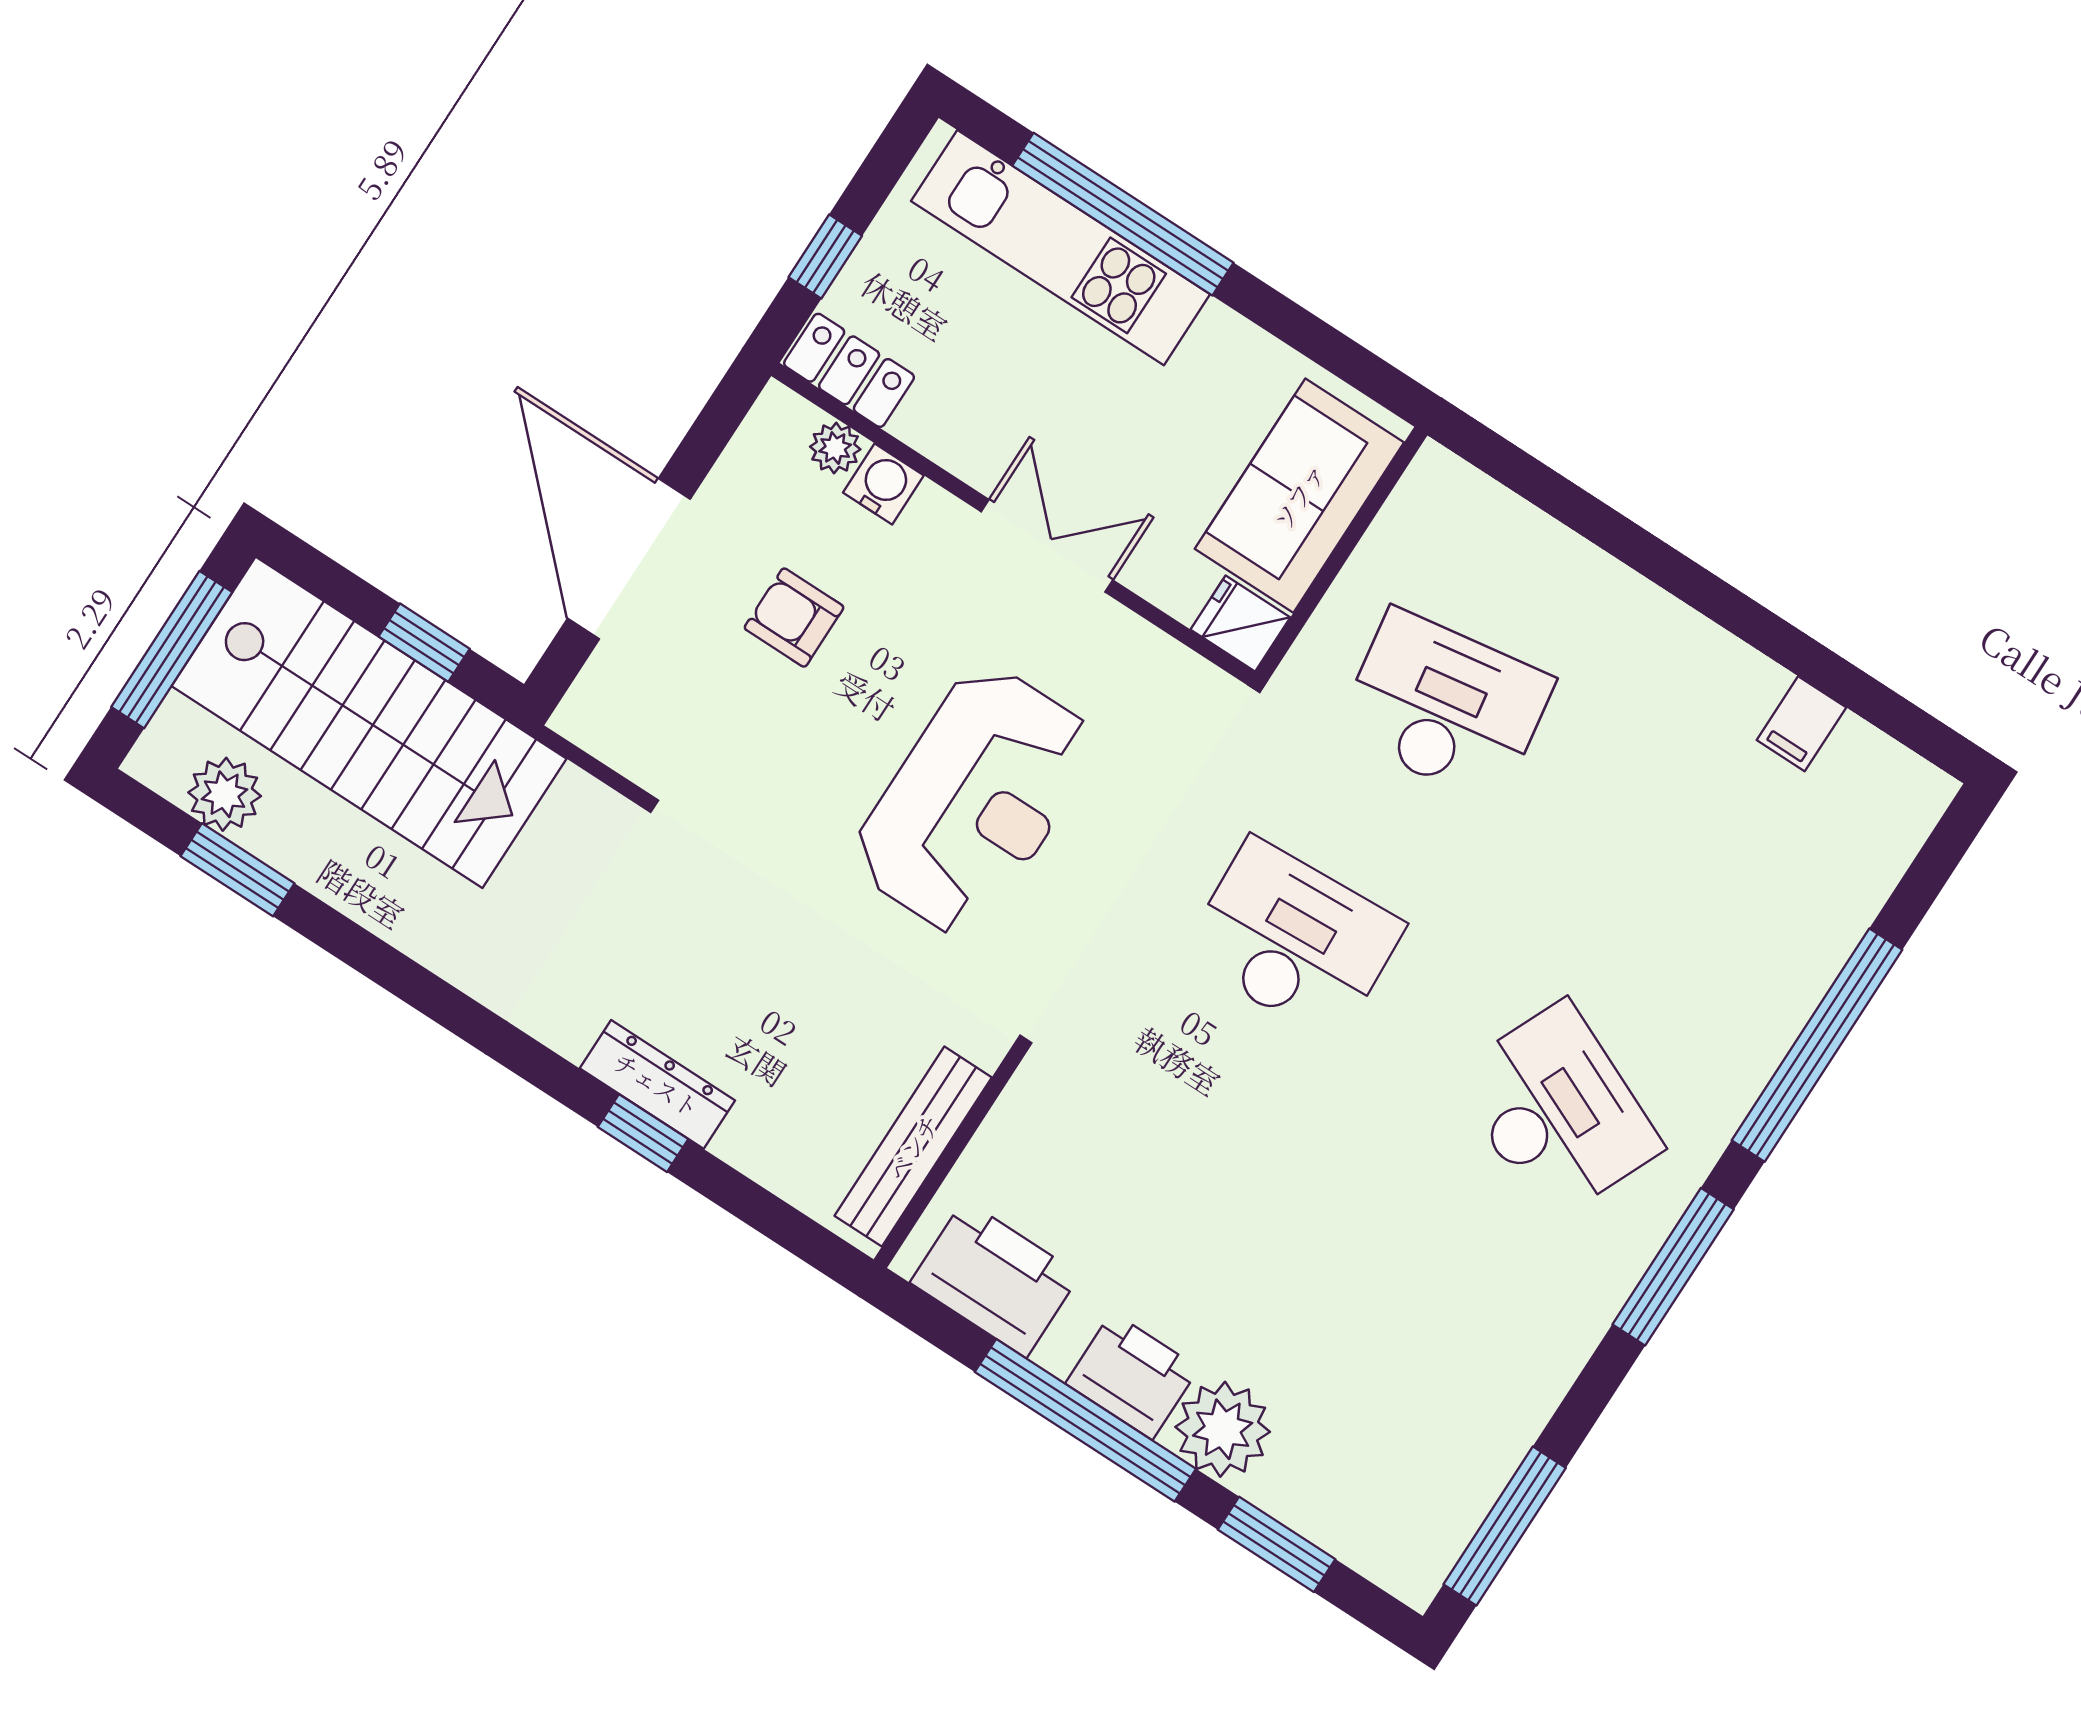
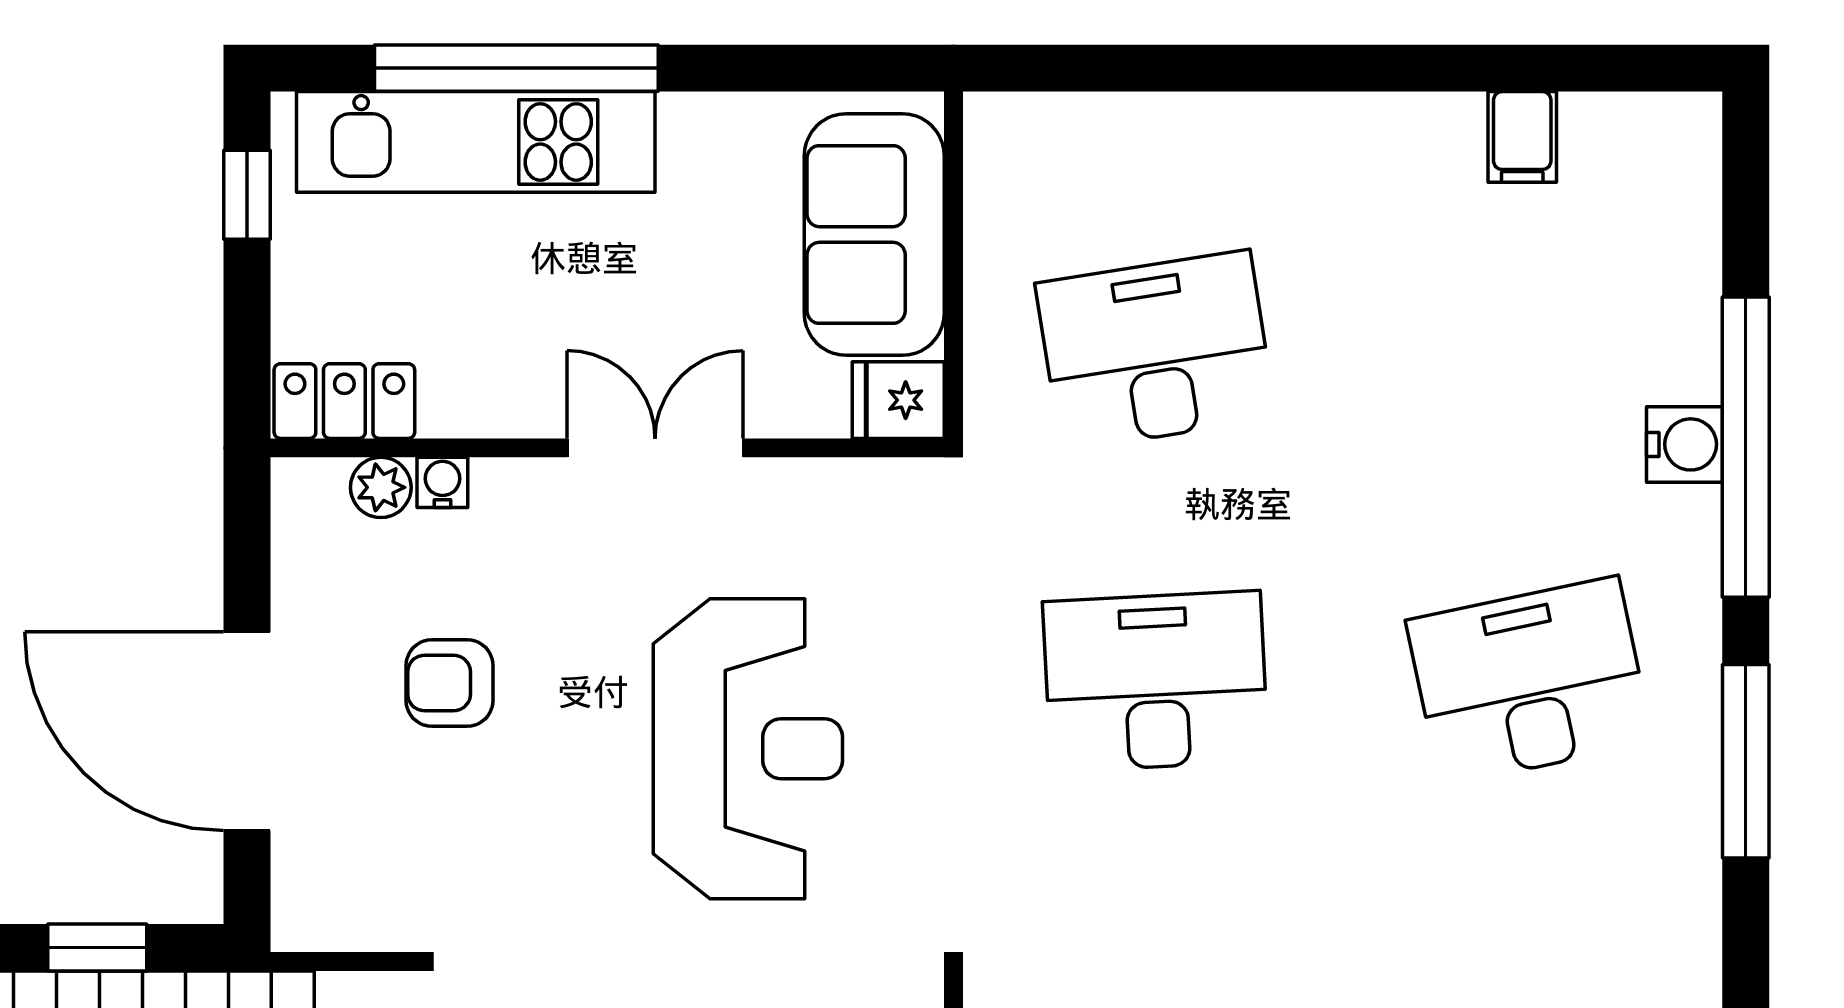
window: (825, 256) -> (247, 195), moved
water cooler: (883, 484) -> (442, 482), width x0.72, depth x0.72
water cooler: (1775, 1015) -> (1685, 444), added
desk: (1557, 1111) -> (1530, 681), turned -36

